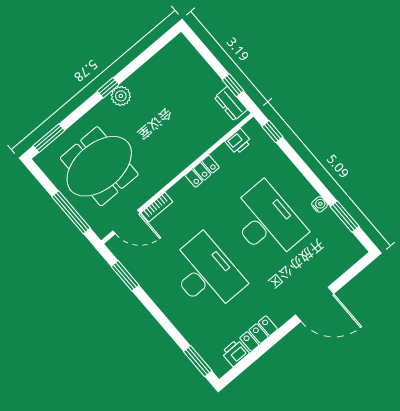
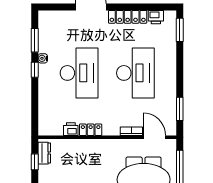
window: (272, 132) -> (35, 70), moved
printer: (238, 142) -> (71, 129), moved
desk: (267, 222) -> (79, 73), turned 180
desk: (206, 274) -> (135, 73), turned 180
locker: (259, 334) -> (128, 17), width x1.53

